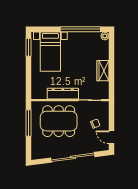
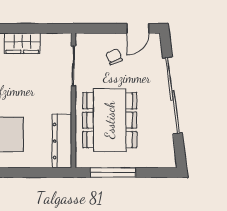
dresser: (63, 94) -> (62, 141), moved

